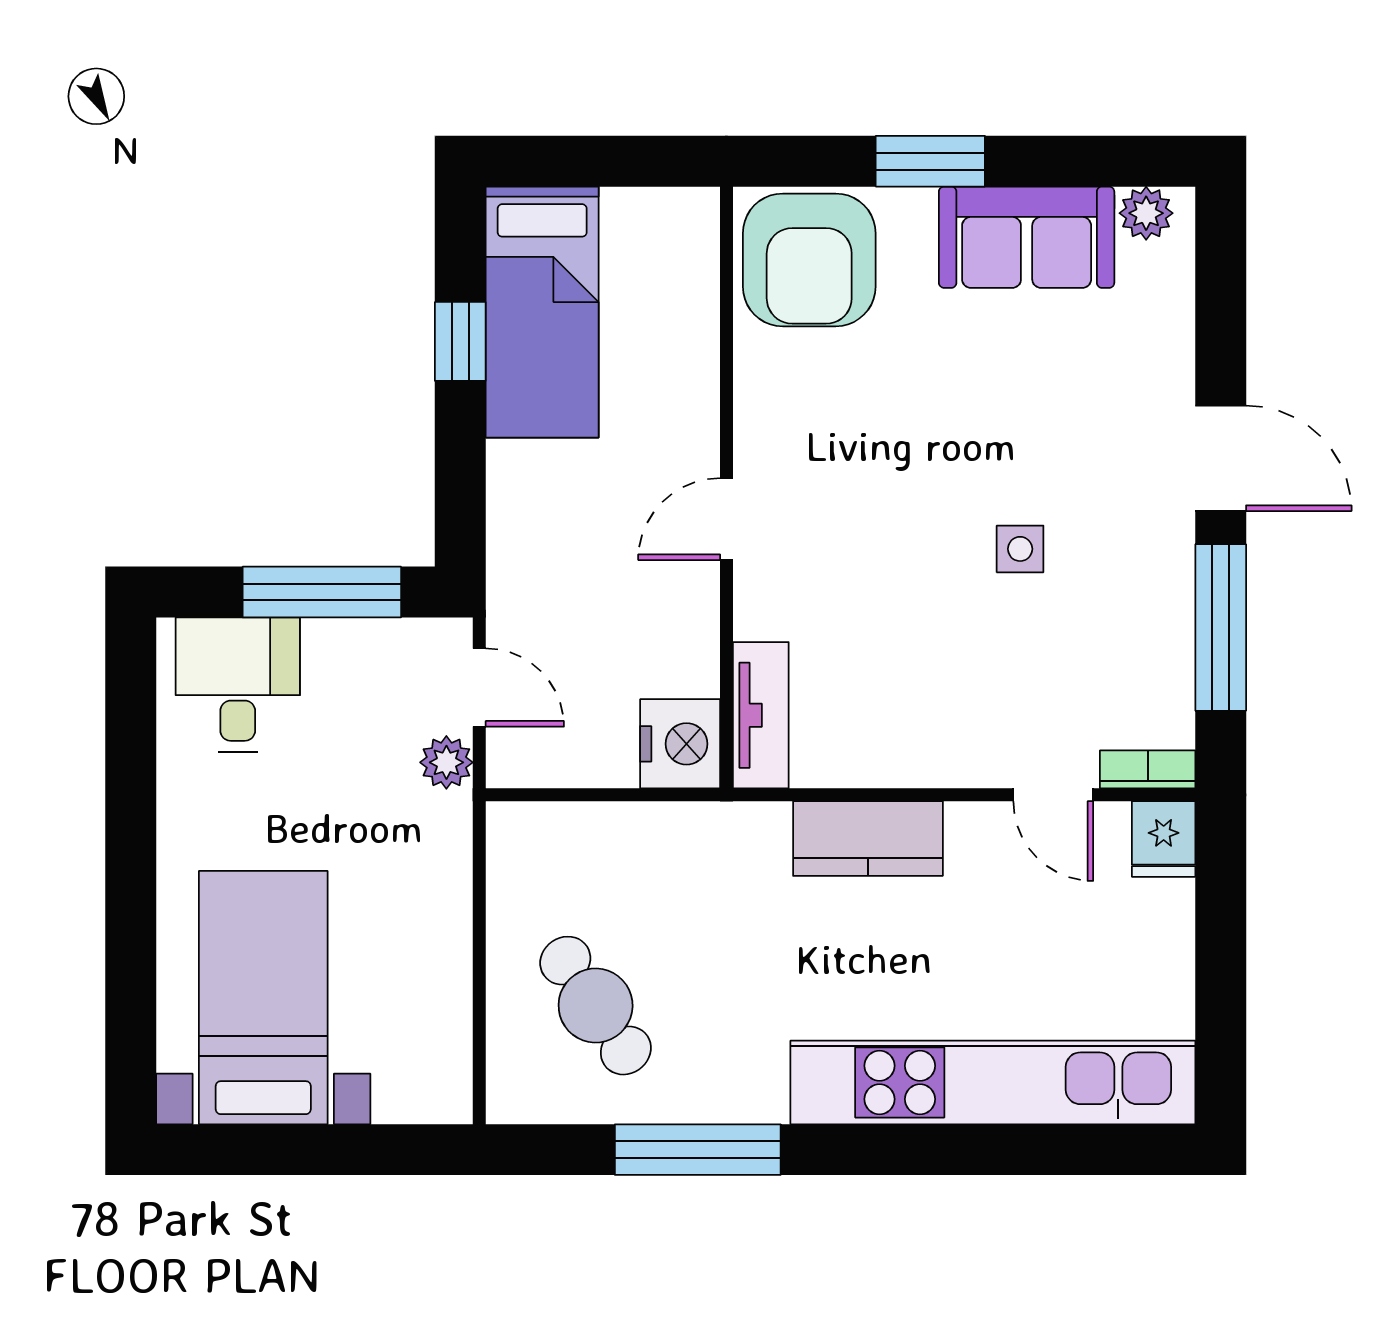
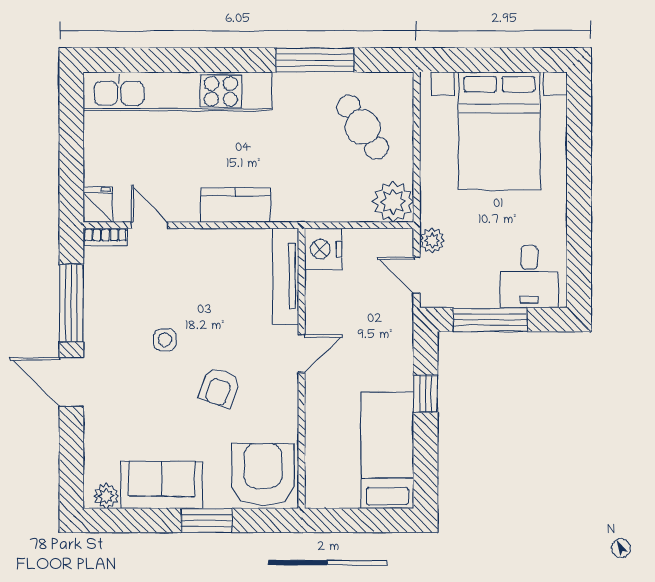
window: (460, 341) -> (426, 394), moved
armchair: (903, 447) -> (220, 387), added
tv unit: (761, 715) -> (286, 276), width x1.41
plant: (530, 846) -> (393, 202), added
bed with nightstands: (263, 998) -> (499, 131), width x1.36

